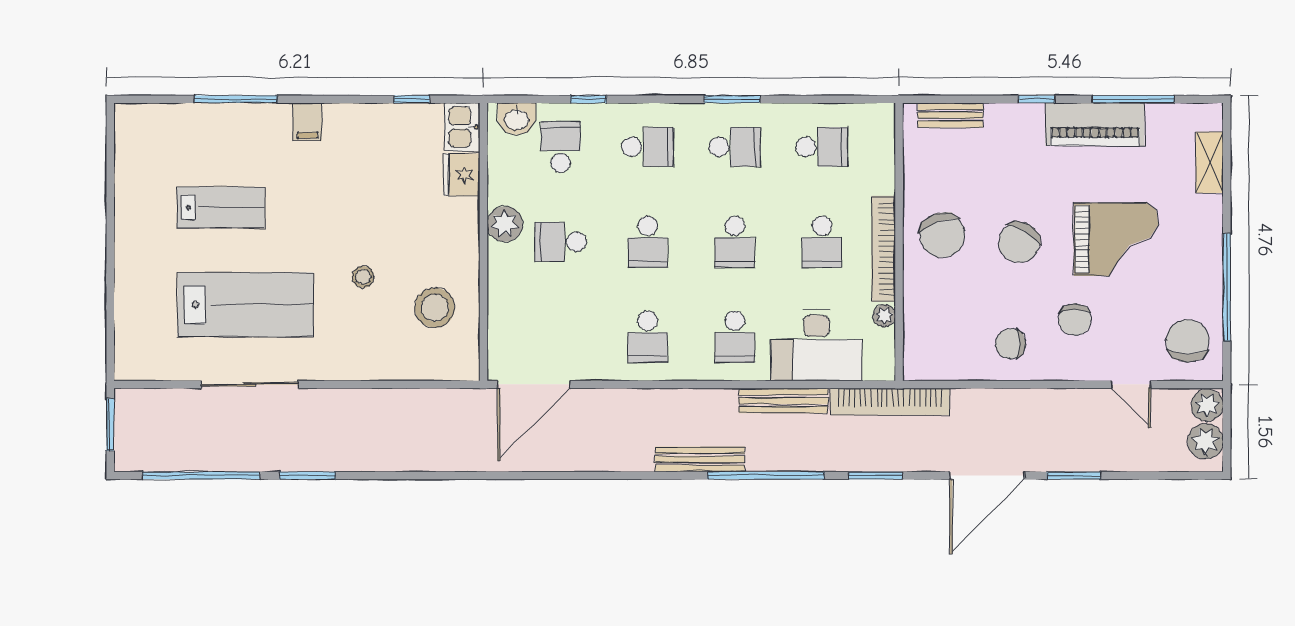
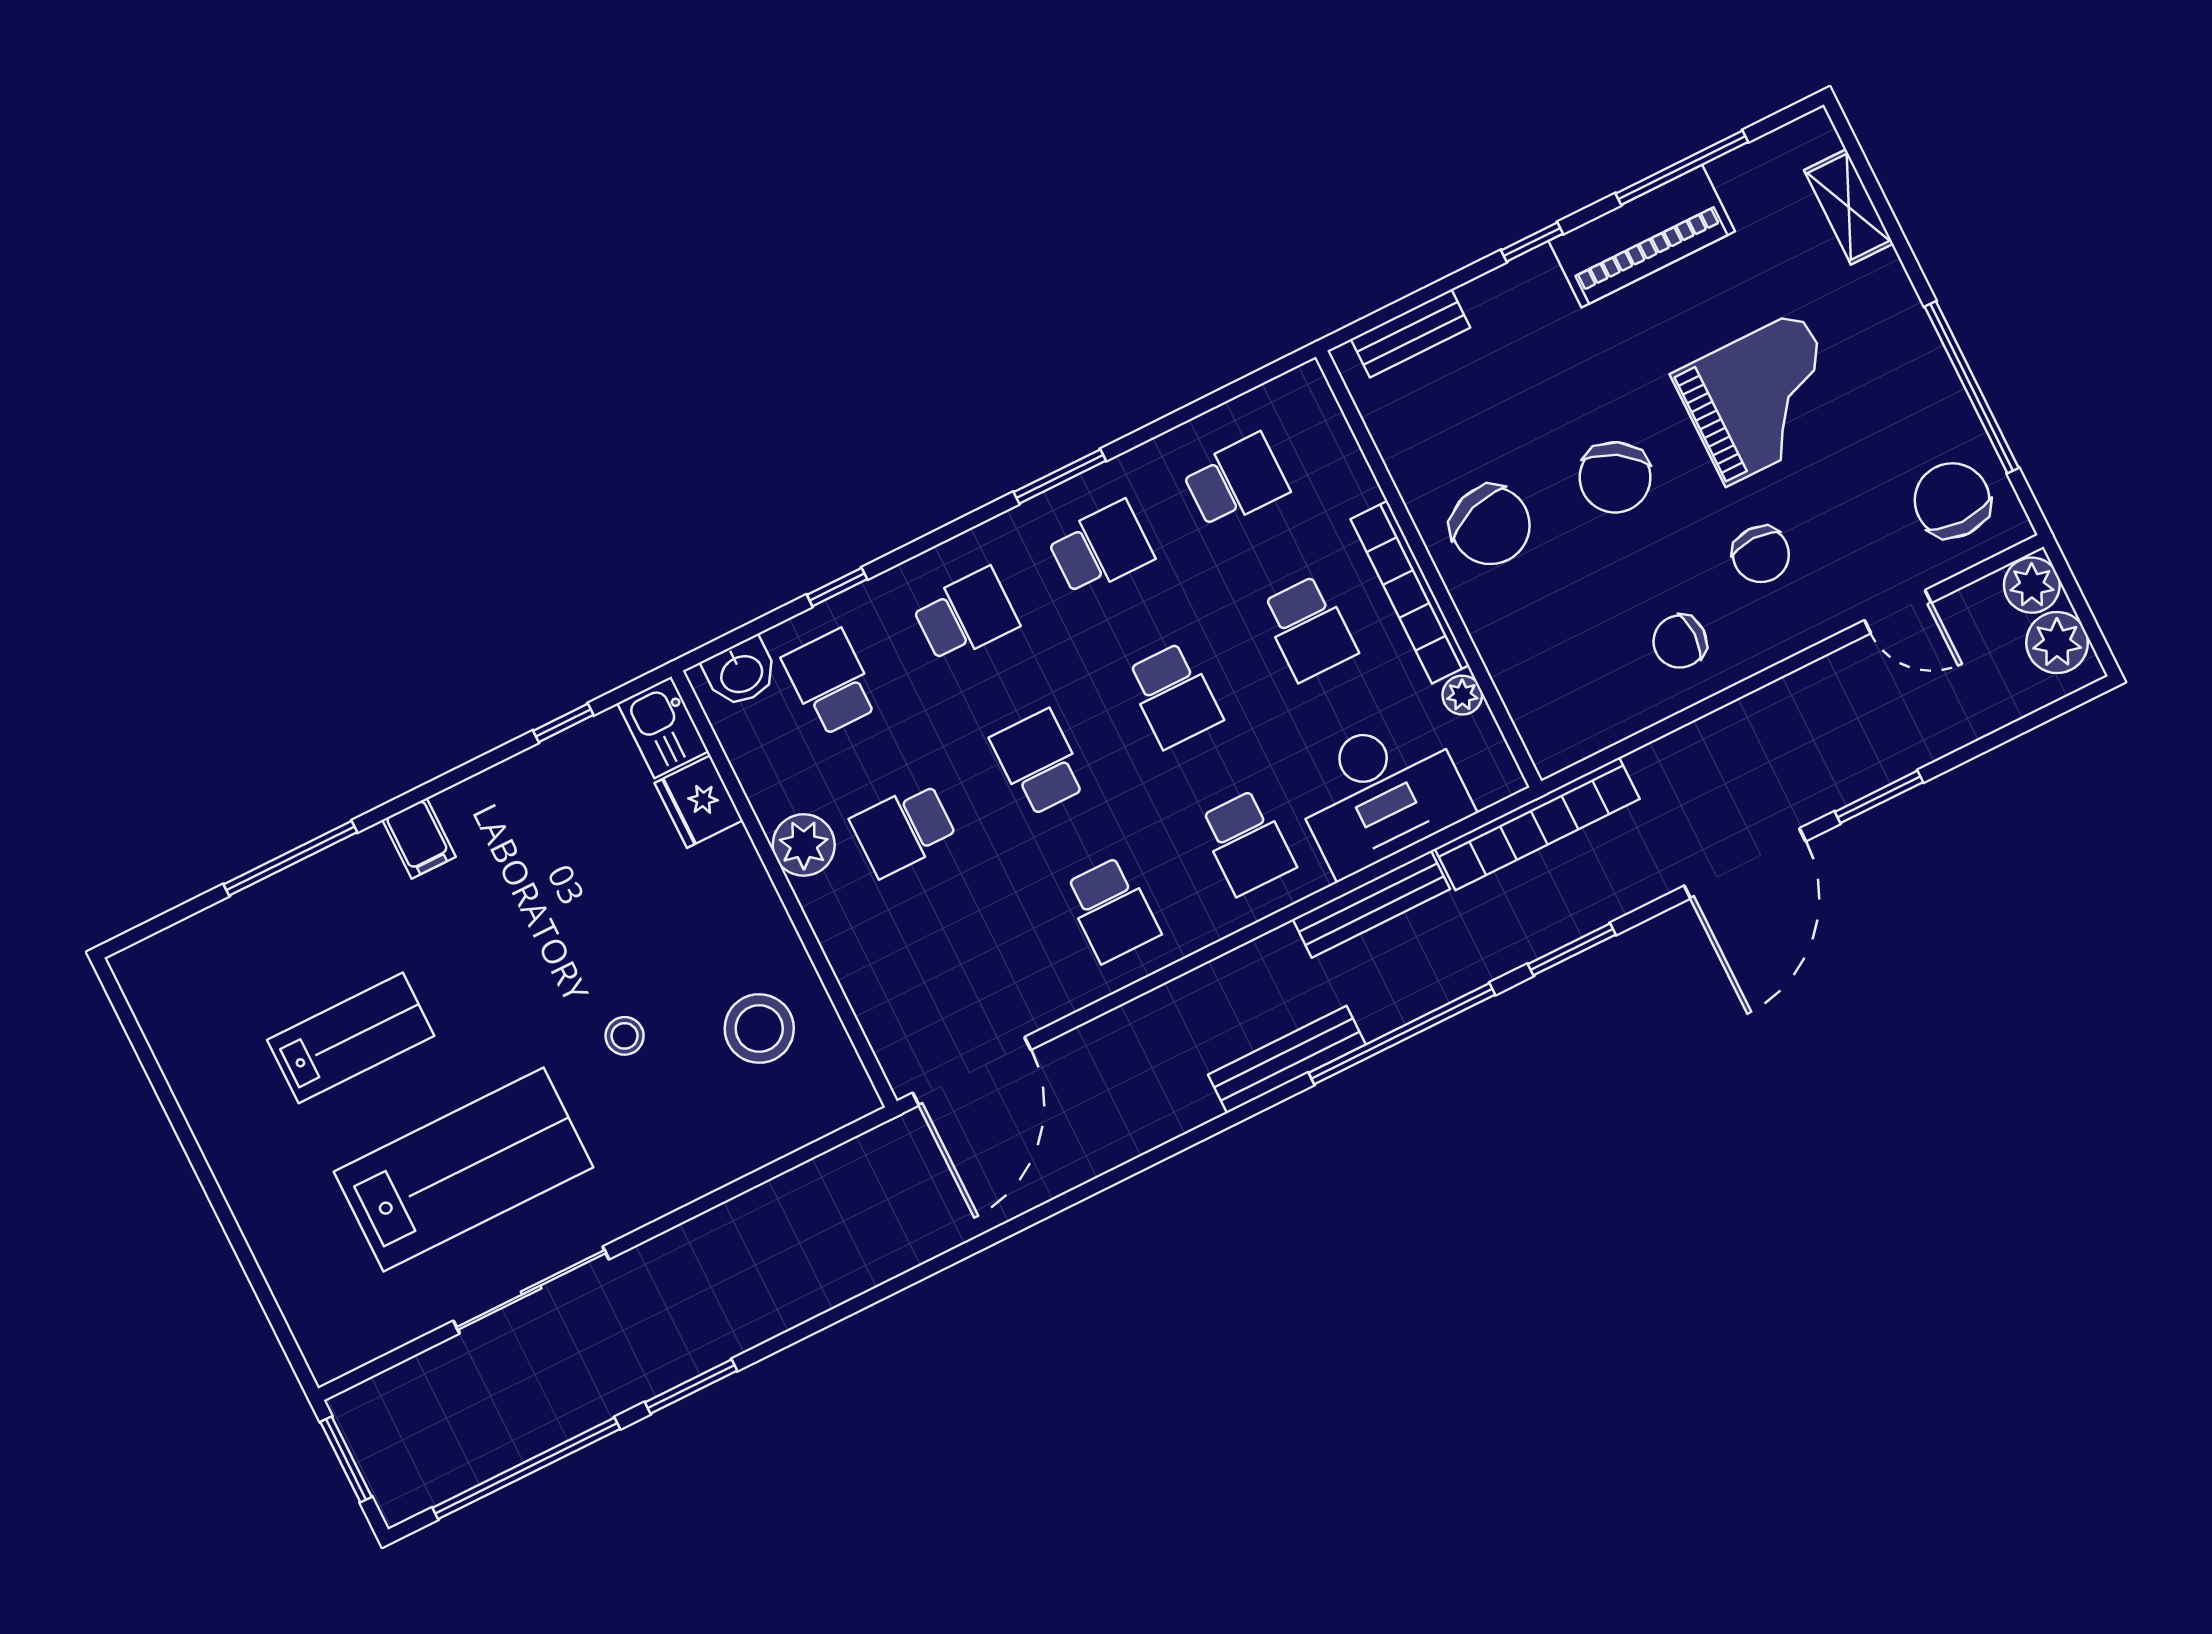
school desk: (648, 242) -> (1039, 762), turned 180

